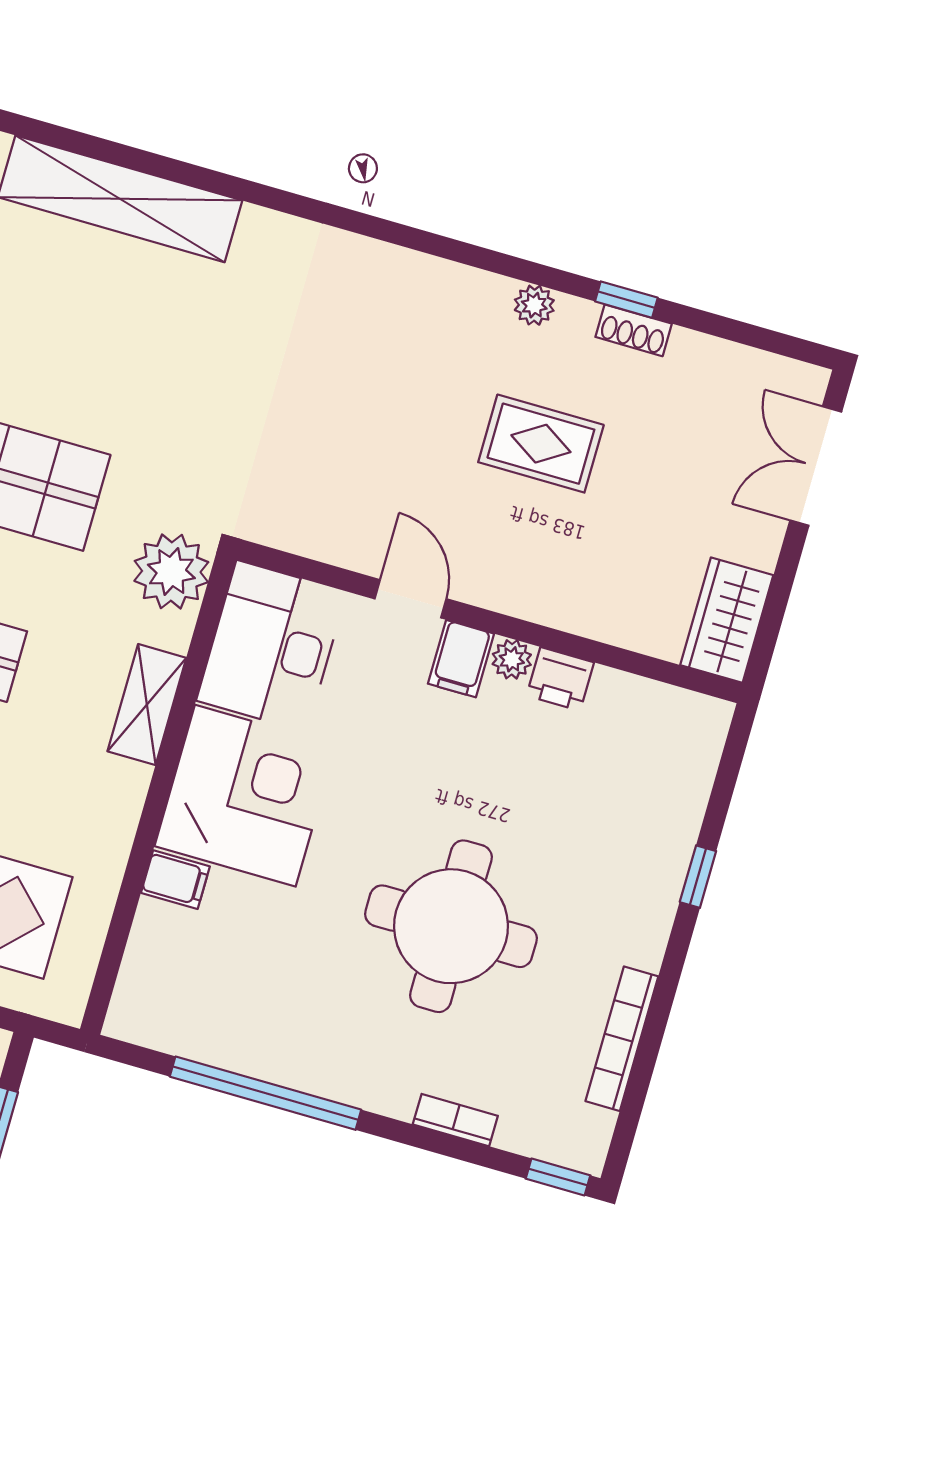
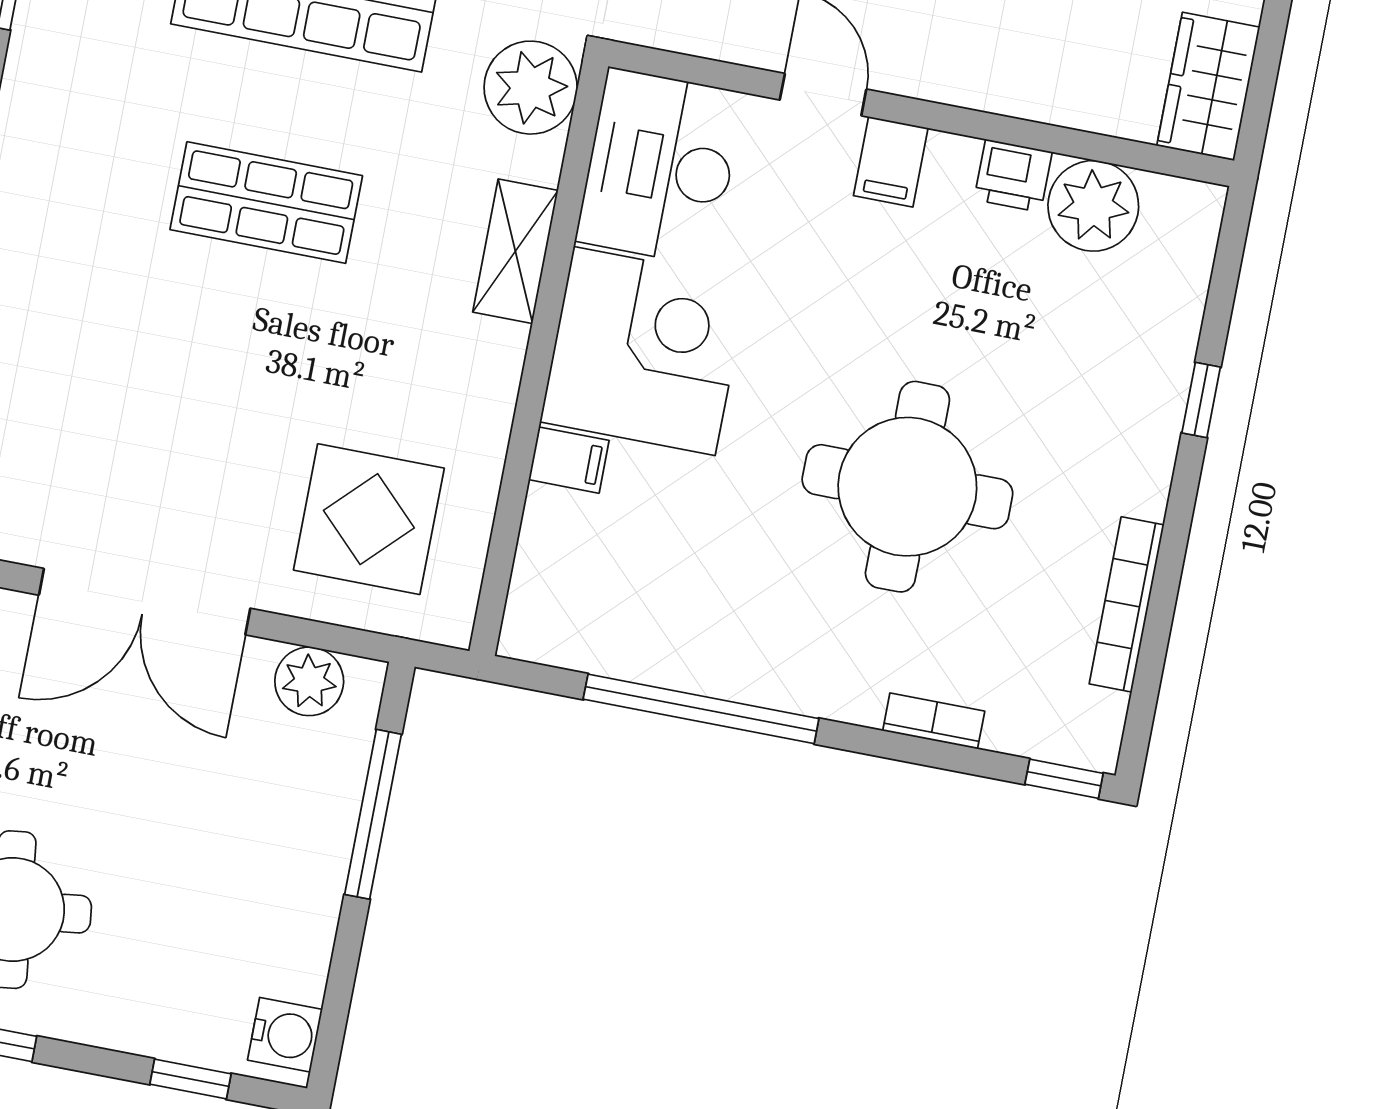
plant: (512, 659) -> (1093, 206), moved, width x1.88, depth x1.88

